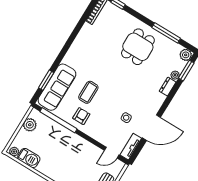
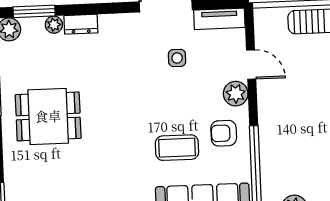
plant: (95, 132) -> (236, 94), added
door: (112, 153) -> (251, 65), moved

